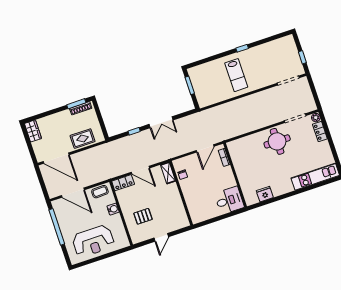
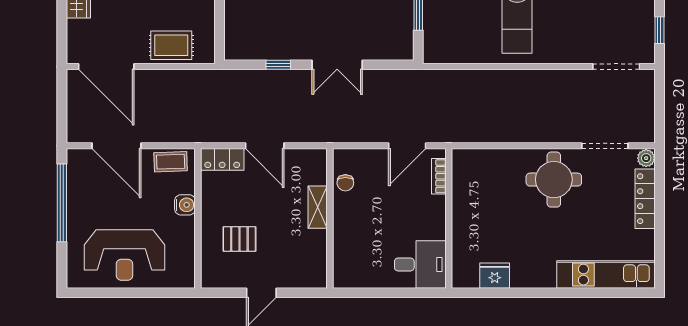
locker: (320, 131) -> (645, 199), width x1.53
shelving: (168, 173) -> (318, 207), moved

